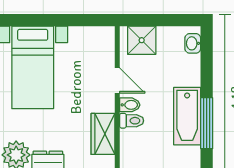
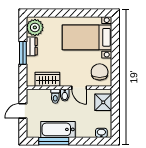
chair: (91, 46) -> (100, 72), added
door: (117, 81) -> (79, 88), hinge flipped

